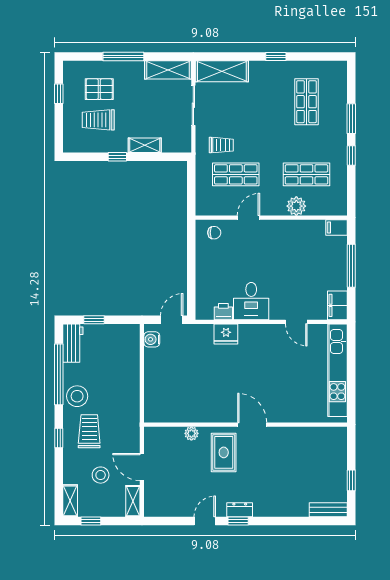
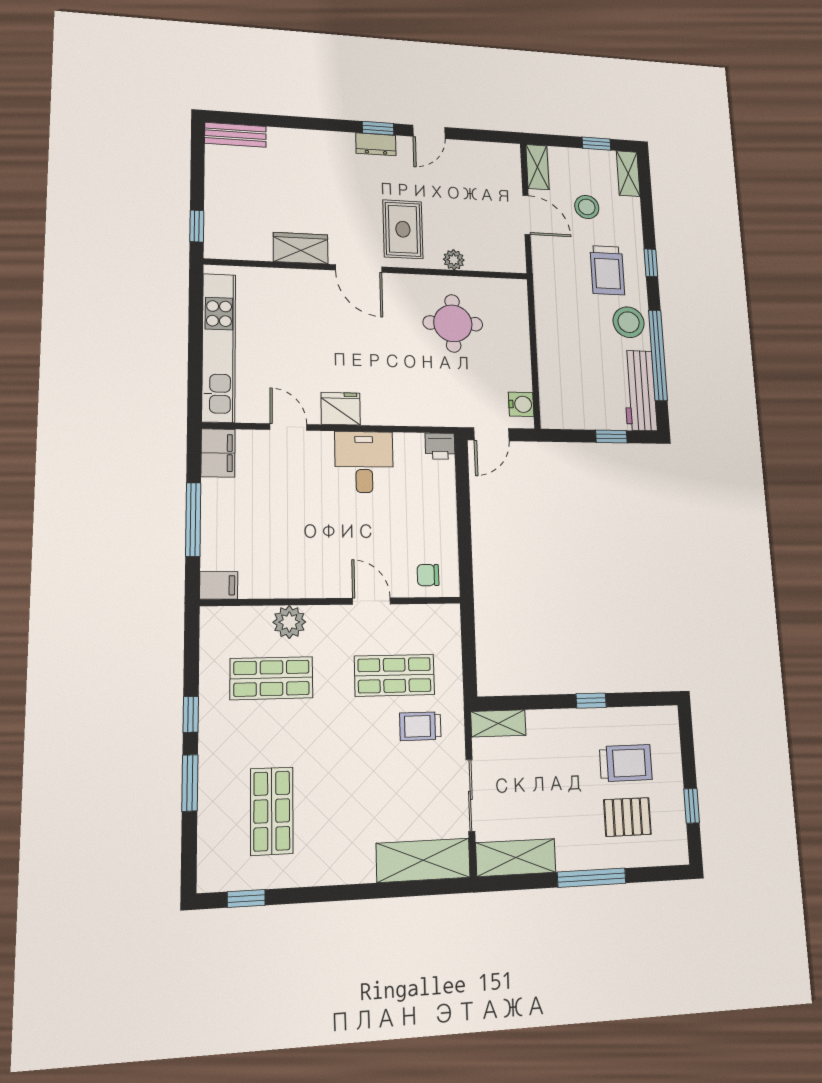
window: (276, 56) -> (246, 898), moved
shelving: (145, 145) -> (498, 723), moved
door: (248, 218) -> (371, 601), swing flipped
printer: (223, 312) -> (440, 446), moved
fridge: (226, 334) -> (341, 409), moved
workbench: (73, 343) -> (640, 390), width x1.38
round table: (194, 391) -> (453, 323), added
wardrobe: (288, 436) -> (301, 248), added
window: (351, 480) -> (197, 226), moved

